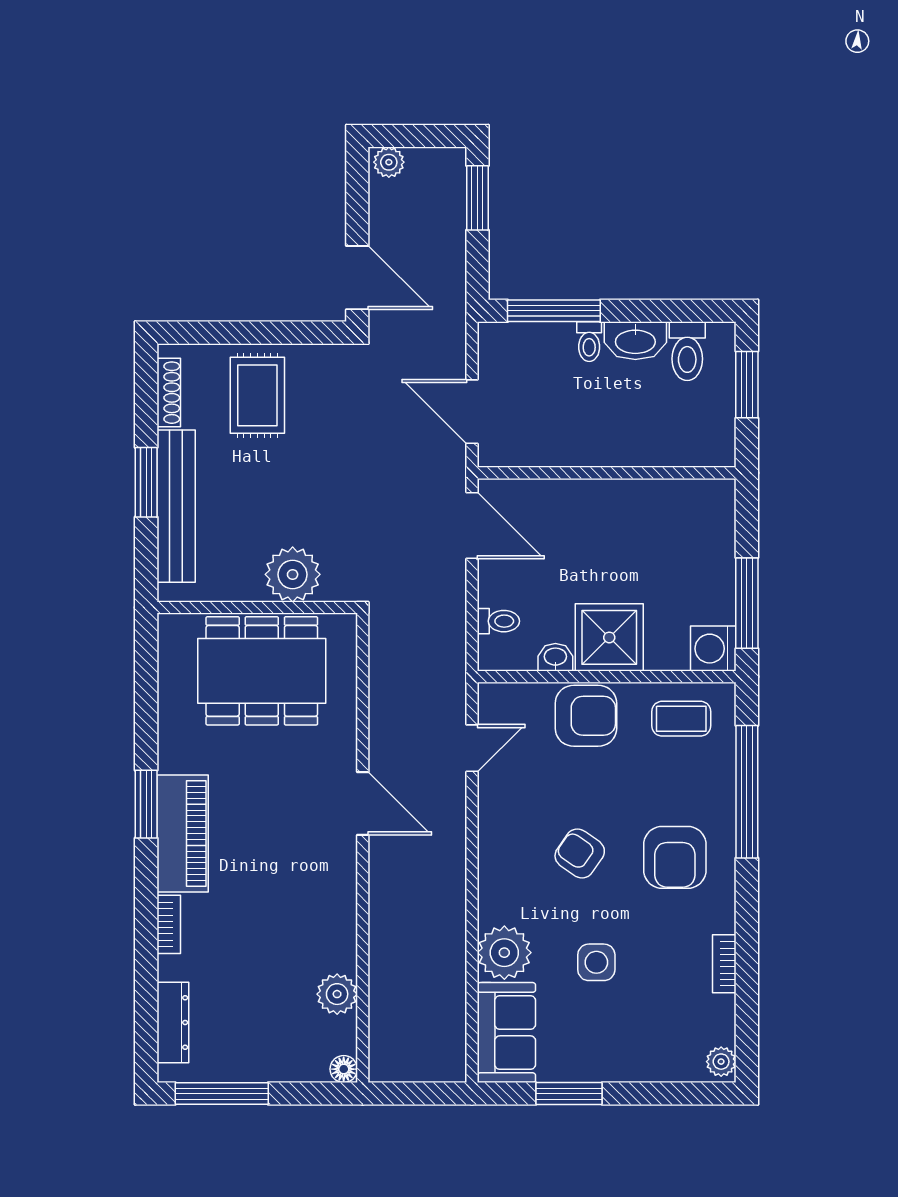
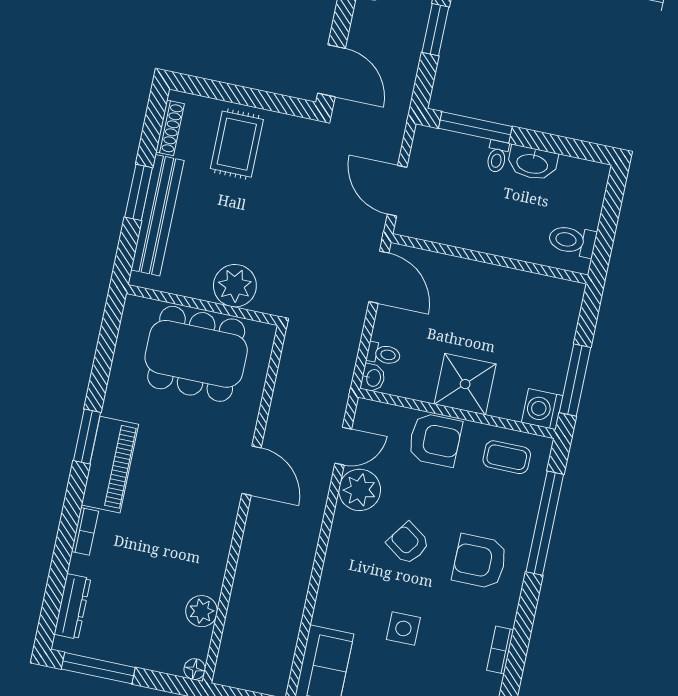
toilet: (687, 351) -> (572, 241), moved, turned 90
window: (747, 385) -> (610, 214), removed
washbasin: (555, 657) -> (373, 378), moved, turned 90
armchair: (675, 857) -> (480, 561), turned 90
plant: (504, 953) -> (360, 490), moved

